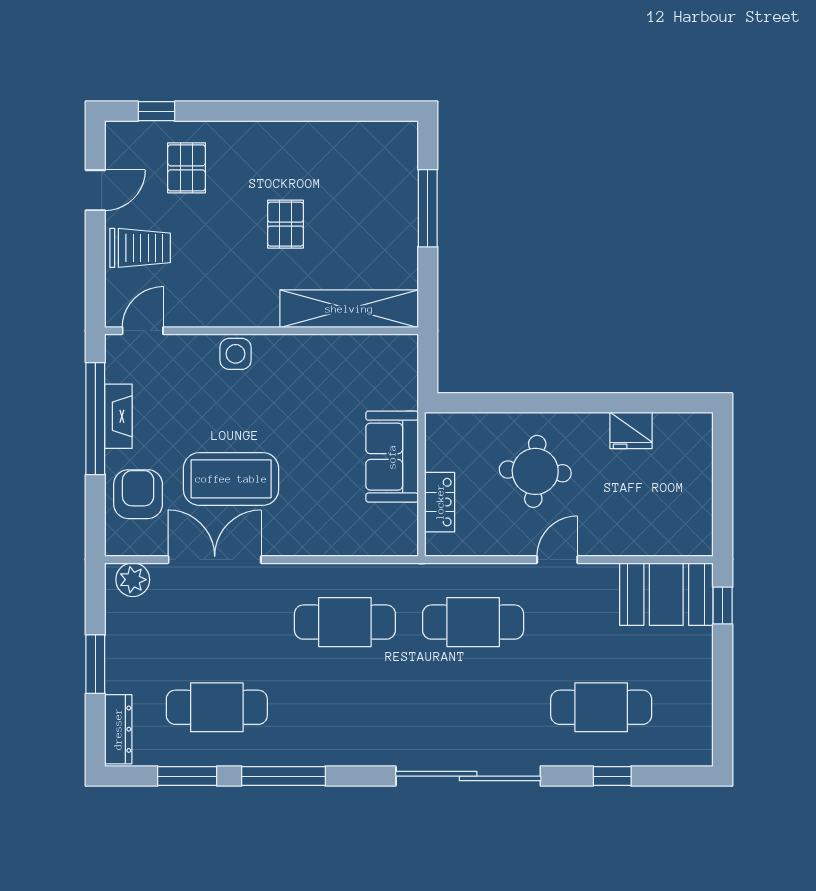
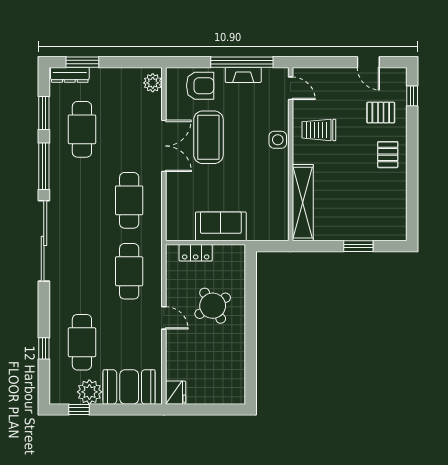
window: (428, 208) -> (358, 246), width x0.69
pallet: (286, 224) -> (388, 155), moved, turned 90
trolley: (140, 248) -> (319, 130), moved, turned 90
fridge: (631, 430) -> (176, 393), moved, turned 180
round table: (535, 471) -> (213, 306), turned -36
double door: (215, 560) -> (164, 146), moved
booth: (666, 594) -> (129, 387), moved, turned 90
window: (723, 606) -> (79, 409), moved
window: (95, 664) -> (82, 62), moved
plant: (691, 694) -> (89, 392), added
sliding door: (468, 776) -> (44, 241), moved

